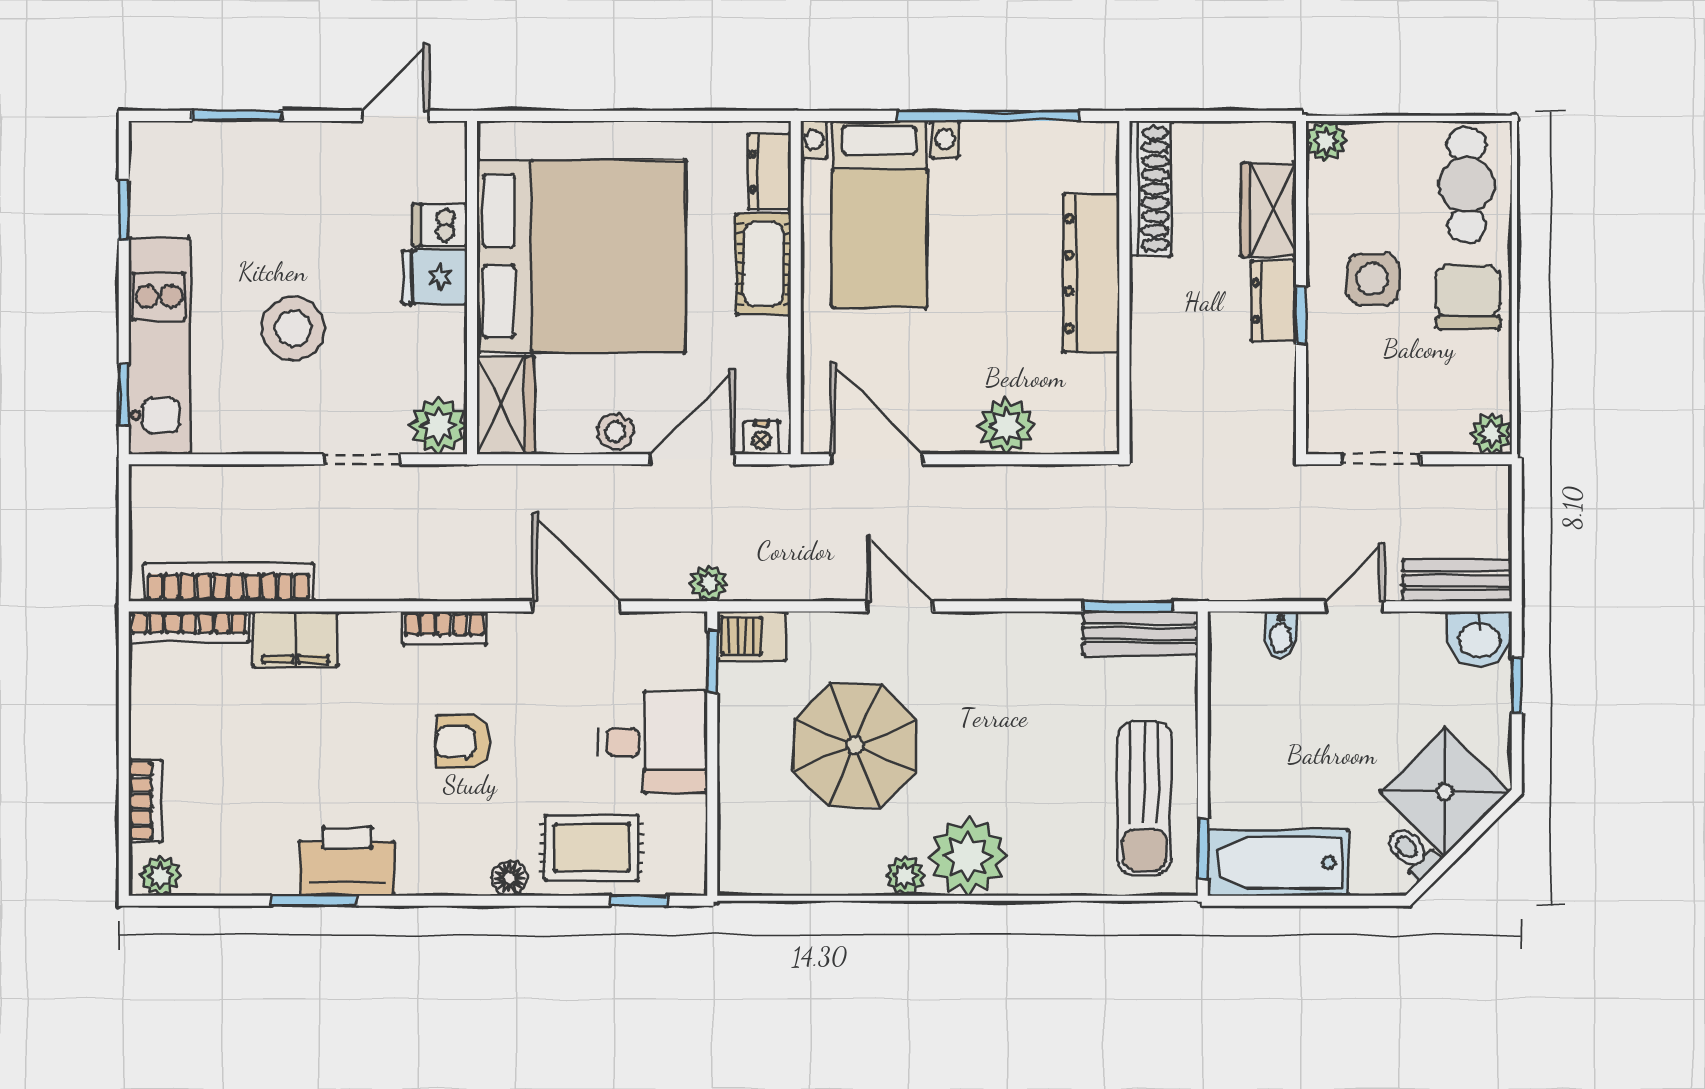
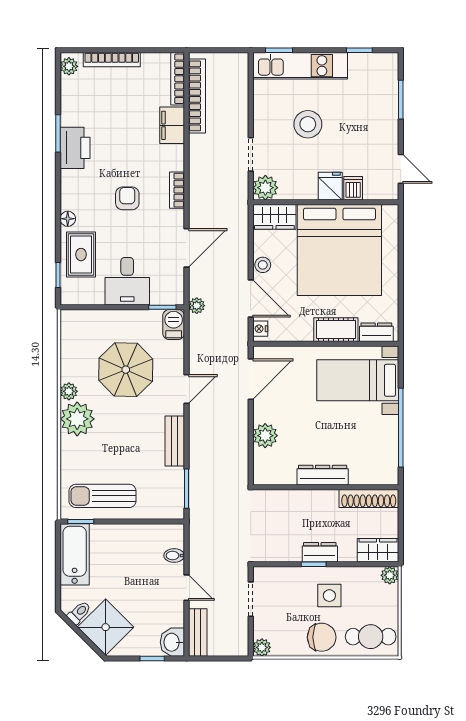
wardrobe: (1269, 210) -> (378, 550), moved
dresser: (1091, 273) -> (323, 475), width x0.73, depth x0.80
bench: (1140, 633) -> (175, 441), moved
bookcase: (145, 801) -> (112, 60), width x1.56

